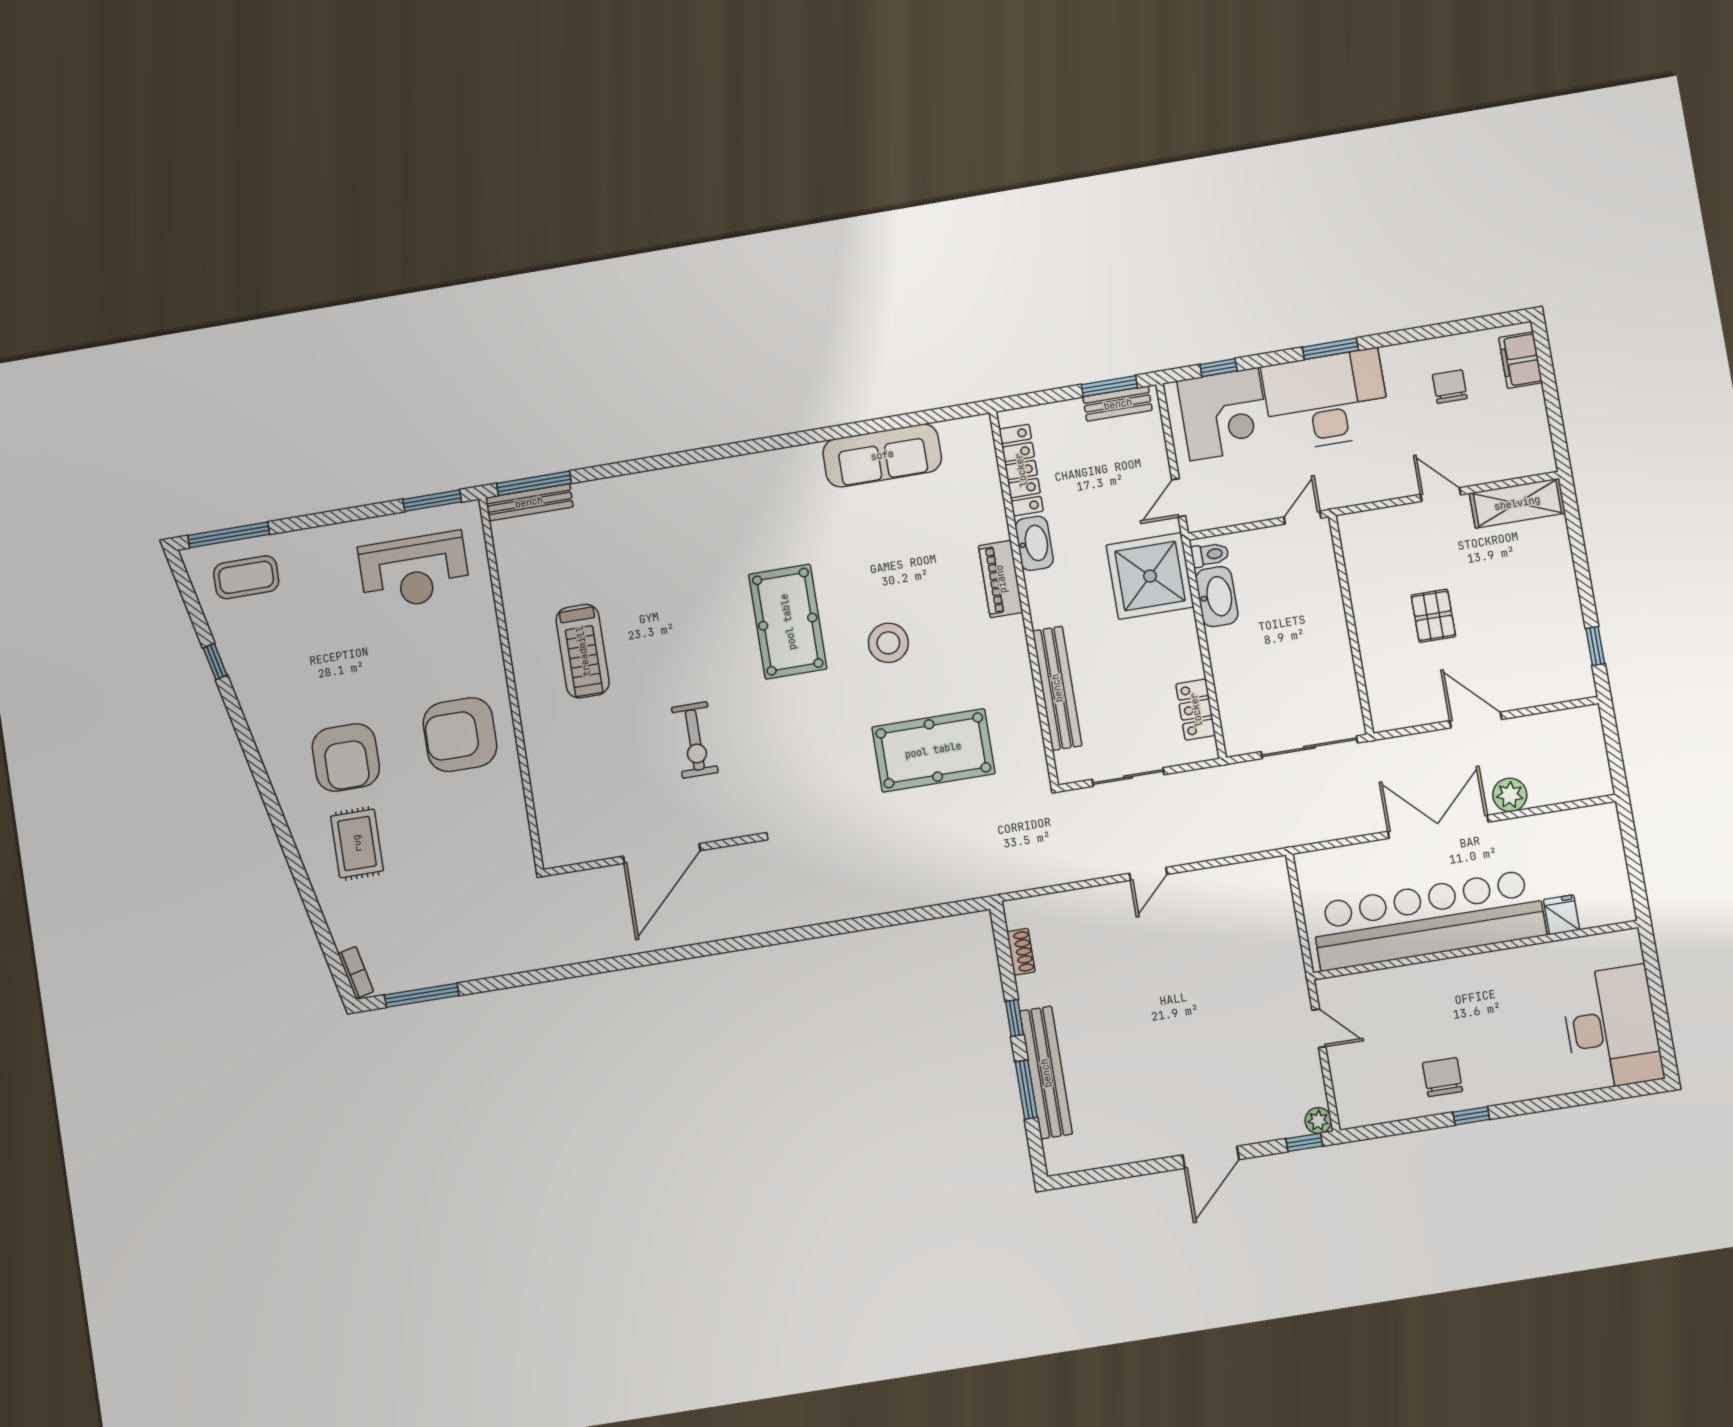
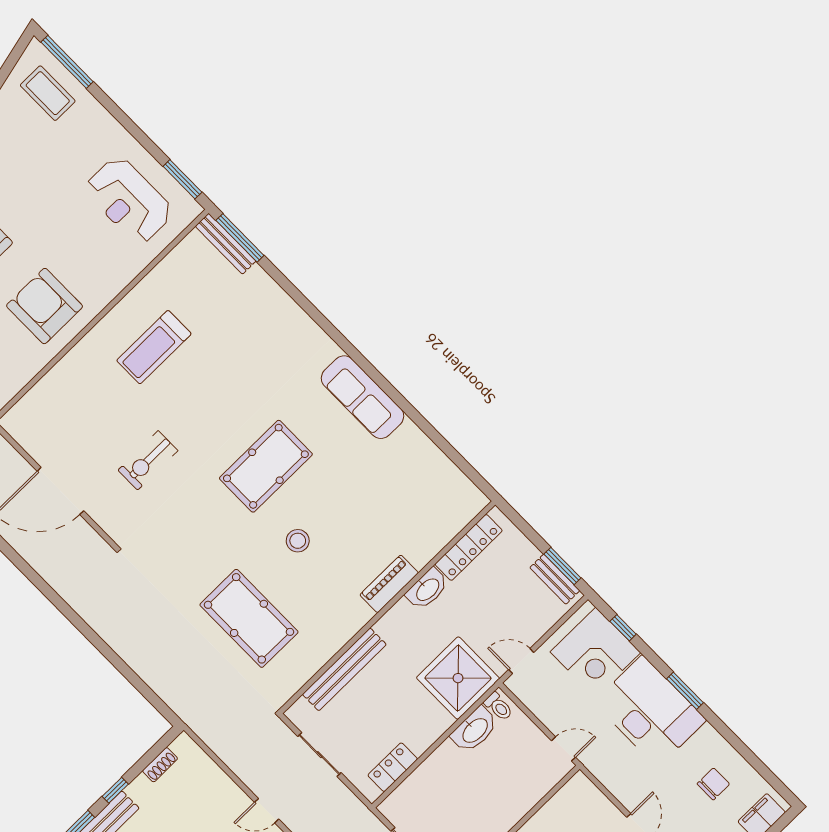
sofa: (882, 455) -> (363, 397), moved
stool: (888, 643) -> (298, 541), width x0.73, depth x0.73

